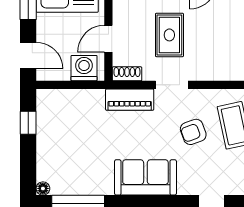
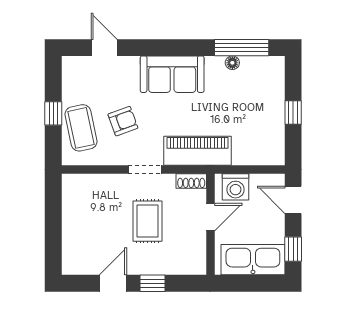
piano: (130, 100) -> (197, 151), width x1.37, depth x1.33
window: (28, 123) -> (293, 113), moved
floor lamp: (43, 188) -> (232, 63), moved

